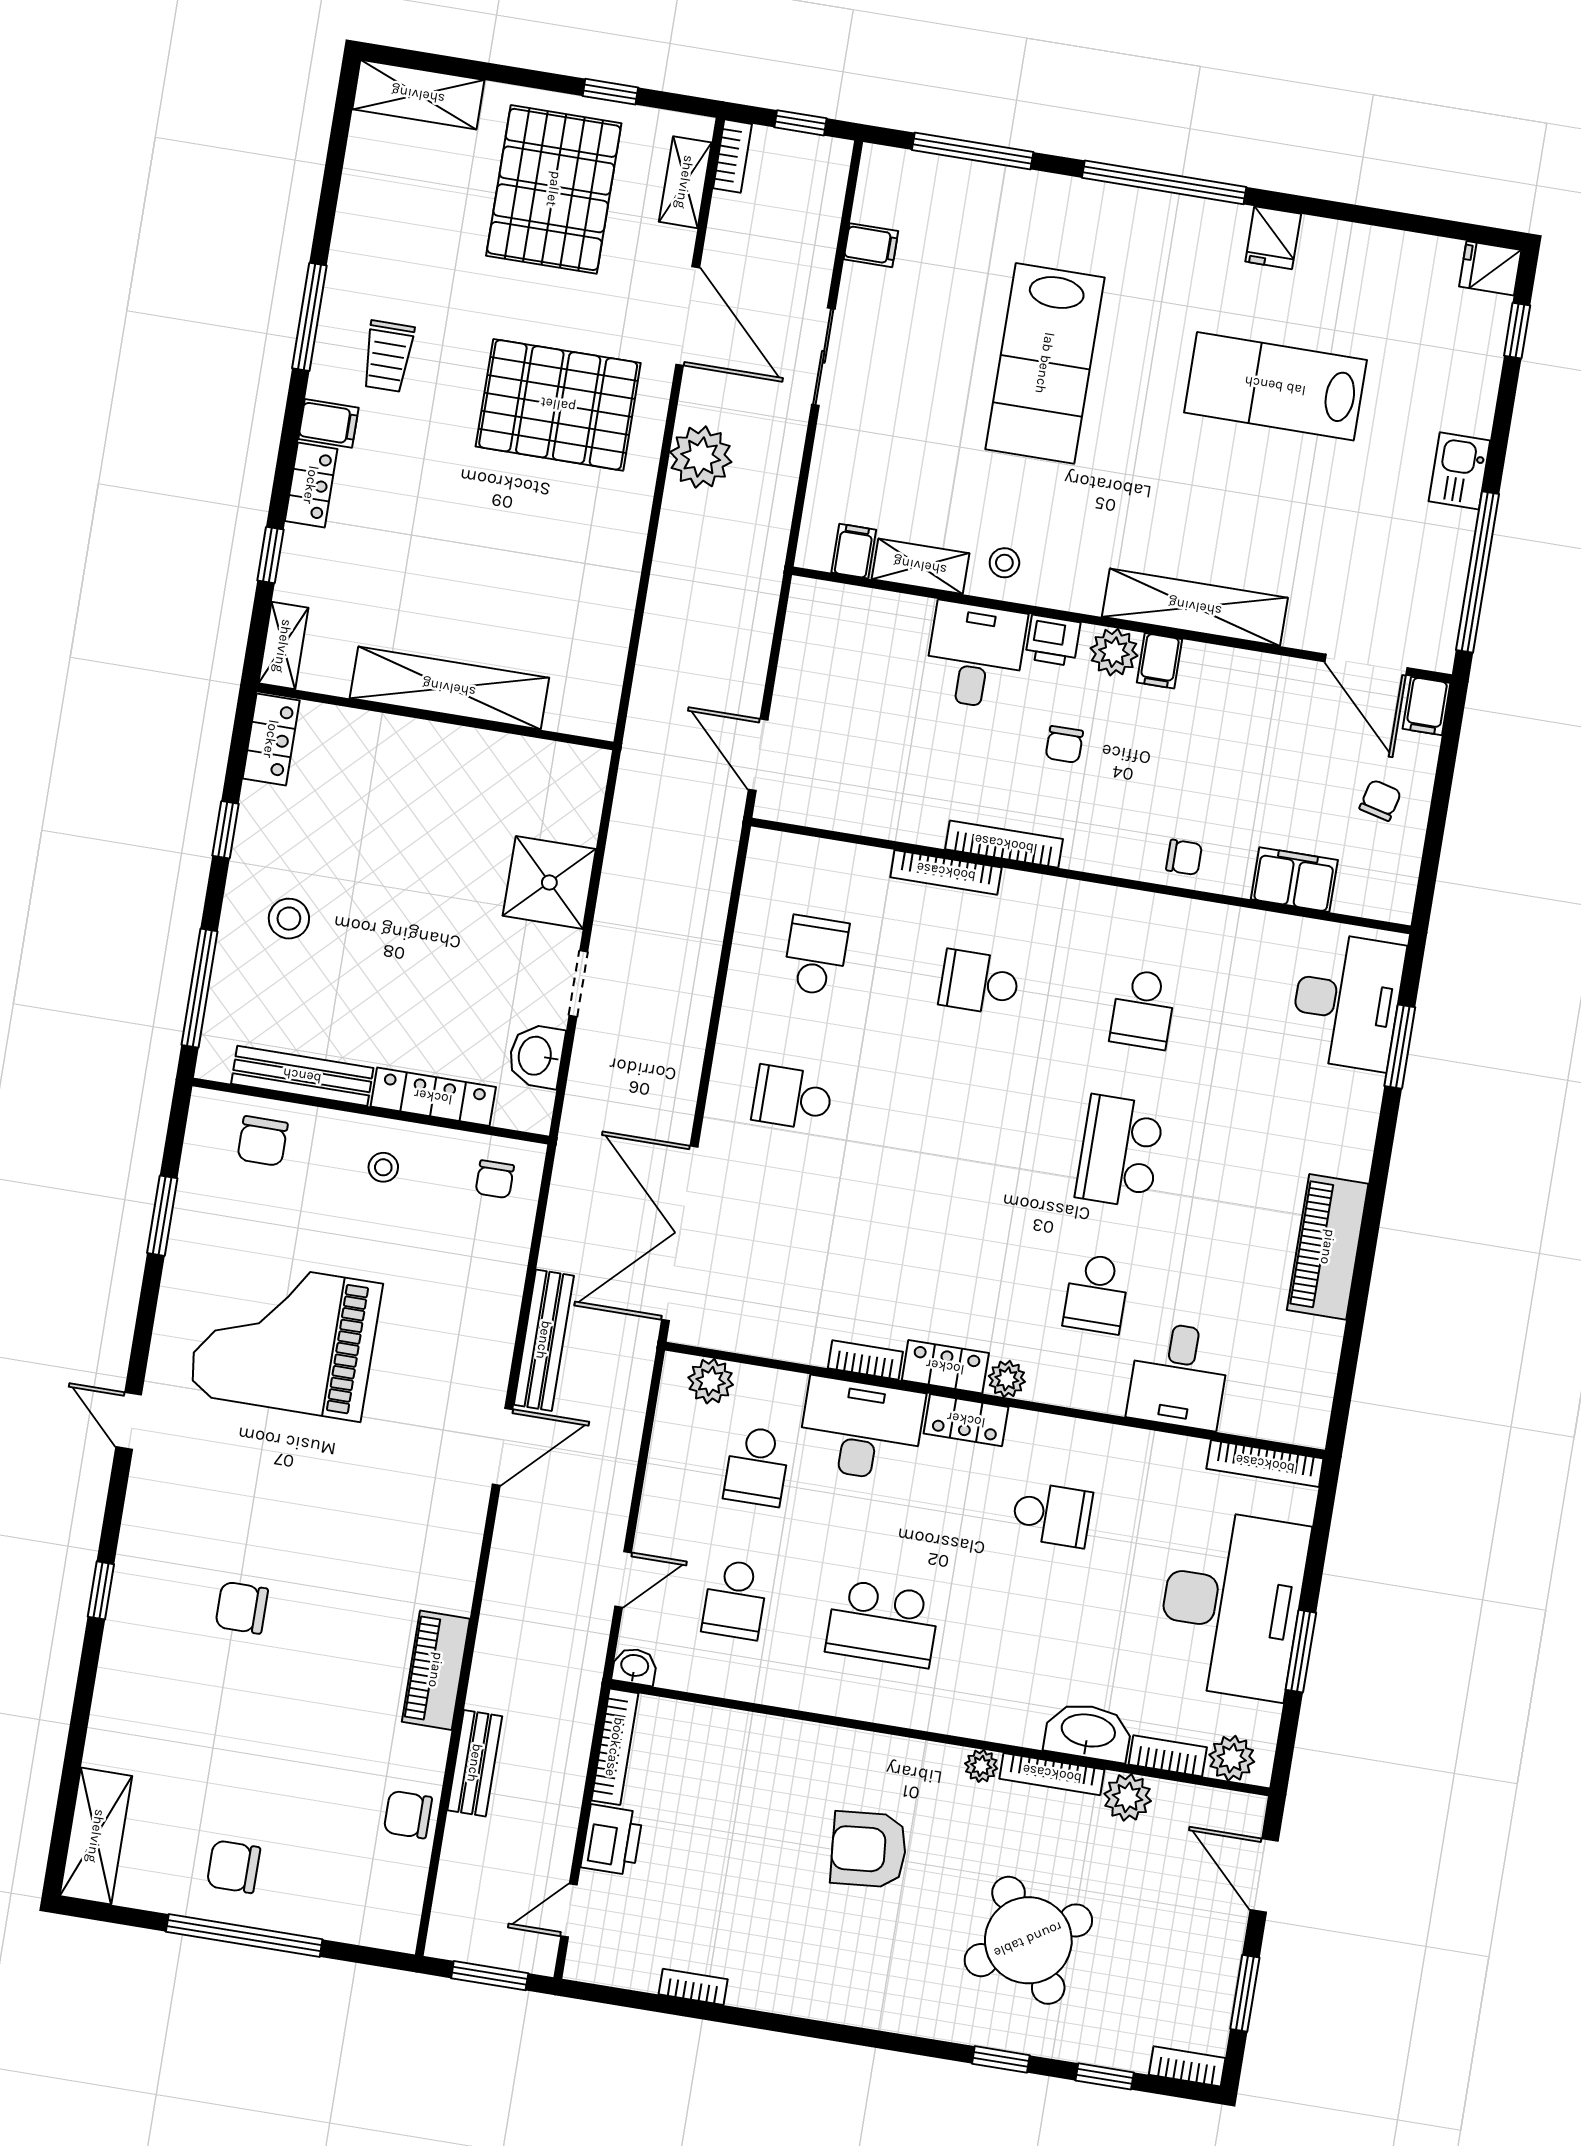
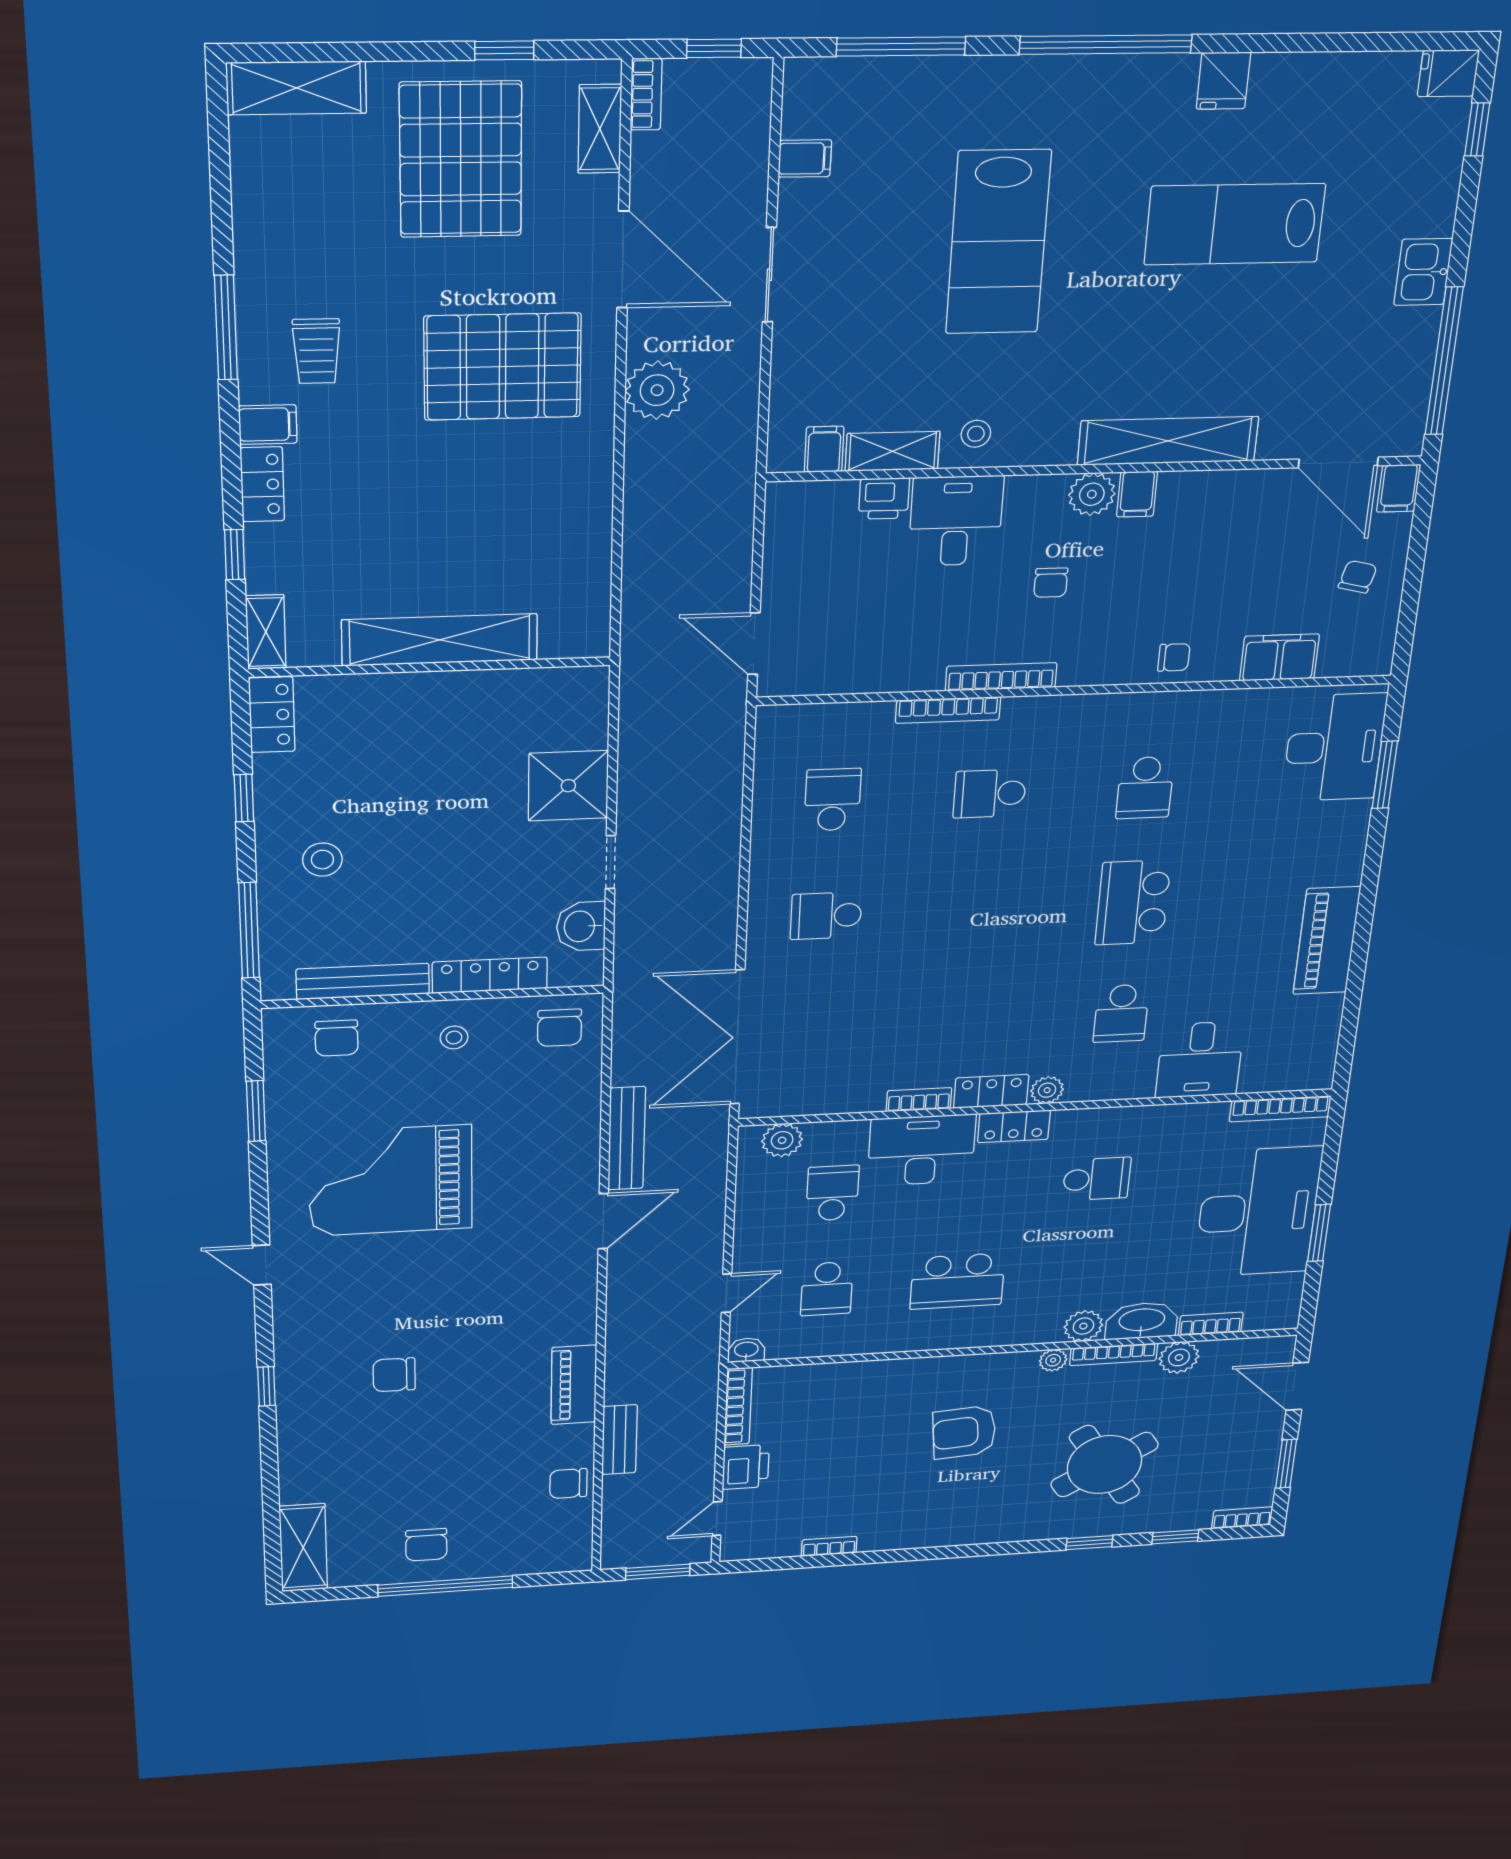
printer: (1053, 641) -> (884, 499), moved
chair: (495, 1179) -> (559, 1028), width x1.37, depth x1.37
school desk: (757, 1466) -> (832, 1193), turned 180
plant: (1232, 1758) -> (1083, 1326), moved
chair: (234, 1867) -> (426, 1545), turned -90

